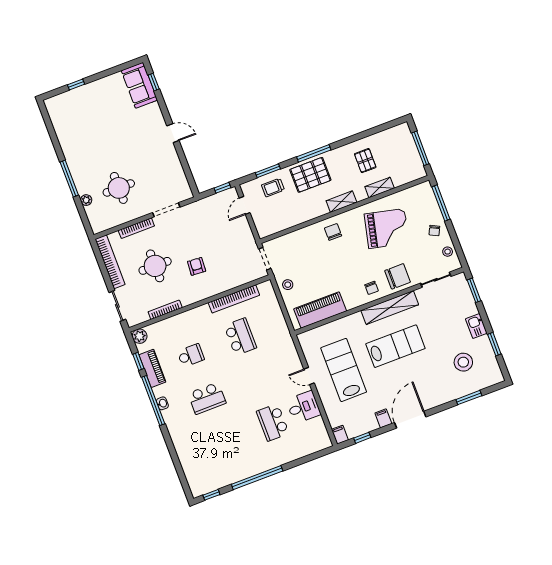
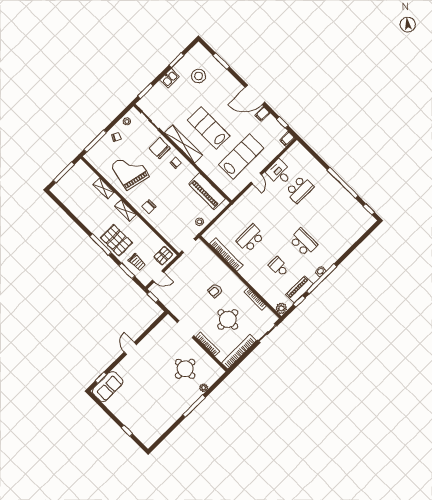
pallet: (365, 161) -> (163, 256), moved
lab bench: (344, 370) -> (241, 156), turned 180

